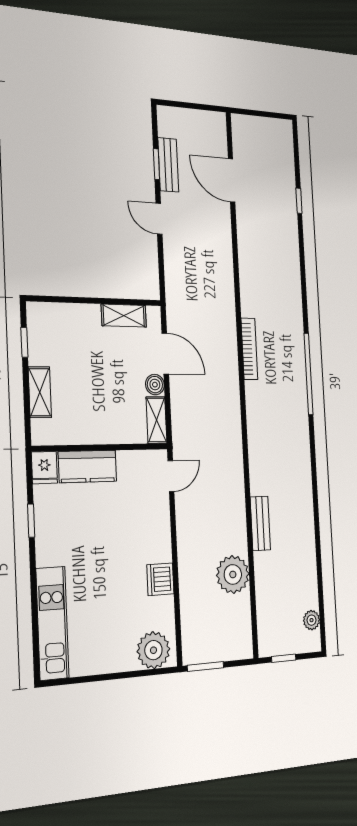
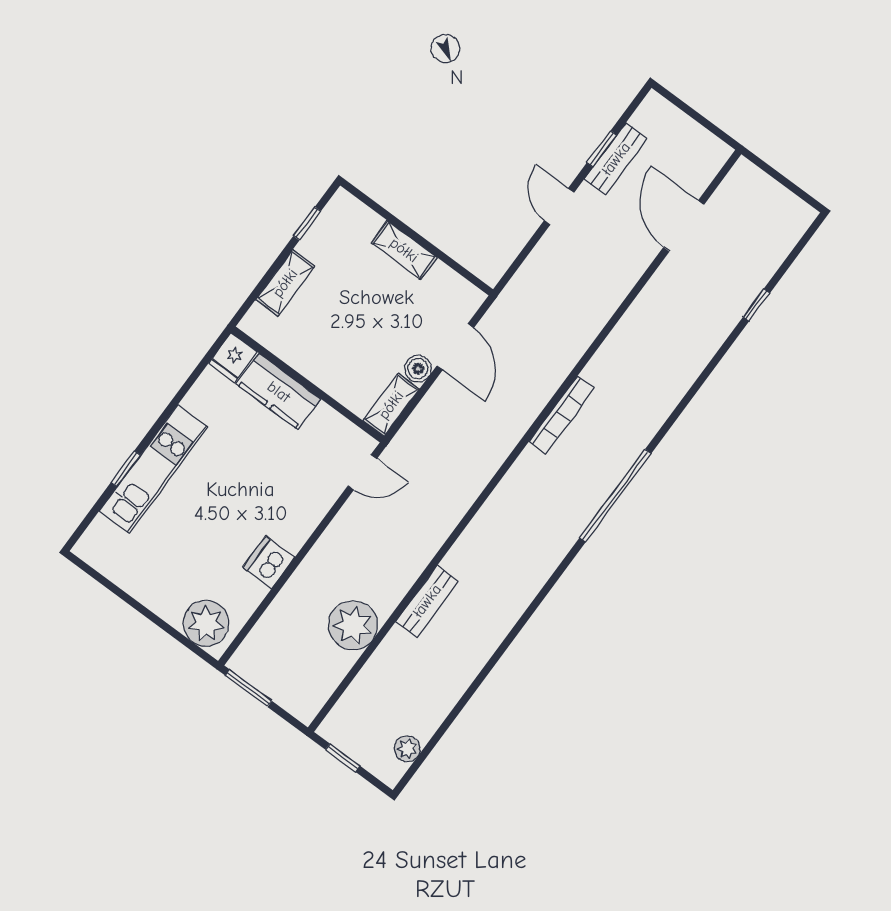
shelving: (124, 316) -> (404, 250), moved
window: (31, 521) -> (126, 469), moved
kitchen unit: (52, 623) -> (154, 469), moved

